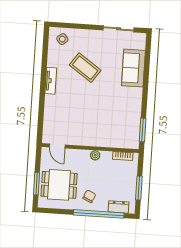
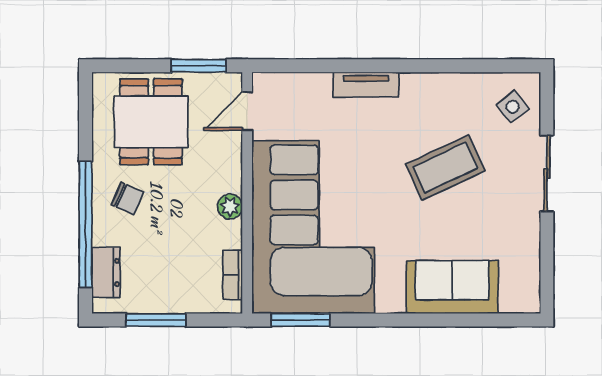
sliding door: (118, 29) -> (547, 173), moved
coffee table: (85, 68) -> (445, 168), turned 30
tv unit: (51, 81) -> (366, 85), moved
corner sofa: (106, 122) -> (313, 227), added
window: (36, 184) -> (199, 66), moved

